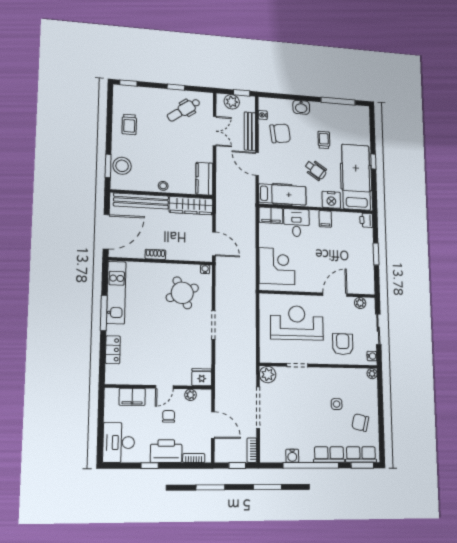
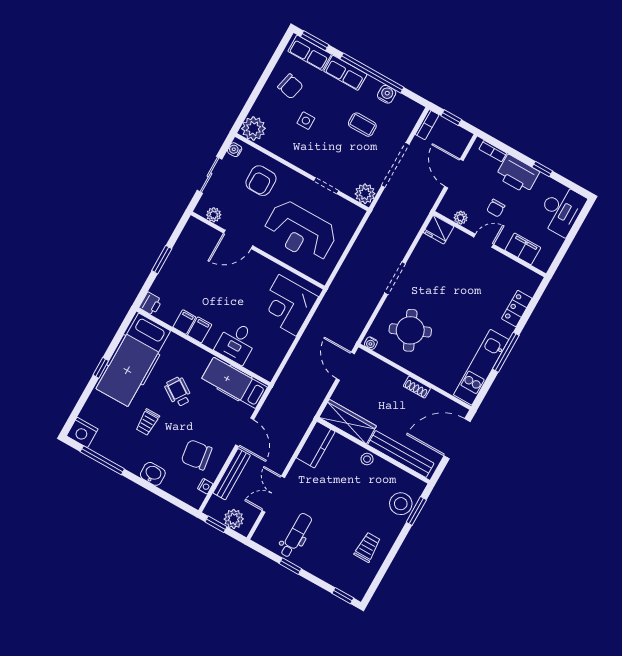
dental chair: (184, 110) -> (296, 535), turned -55
nightstand: (331, 200) -> (82, 432), moved, turned 180
filing cabinet: (271, 215) -> (184, 322), moved, width x0.50
plant: (372, 374) -> (253, 129), width x1.88, depth x1.88
coffee table: (297, 424) -> (362, 125), added

